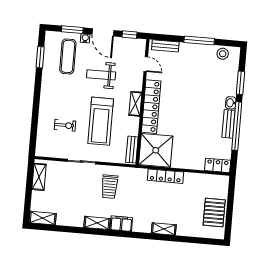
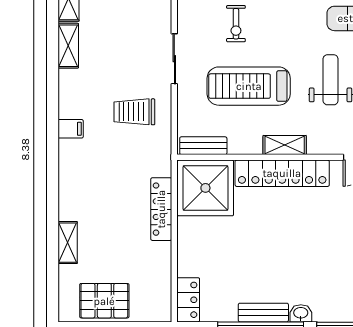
shelving: (97, 223) -> (68, 46), moved
filing cabinet: (121, 224) -> (71, 129), width x0.50
shelving: (164, 229) -> (68, 243), moved

